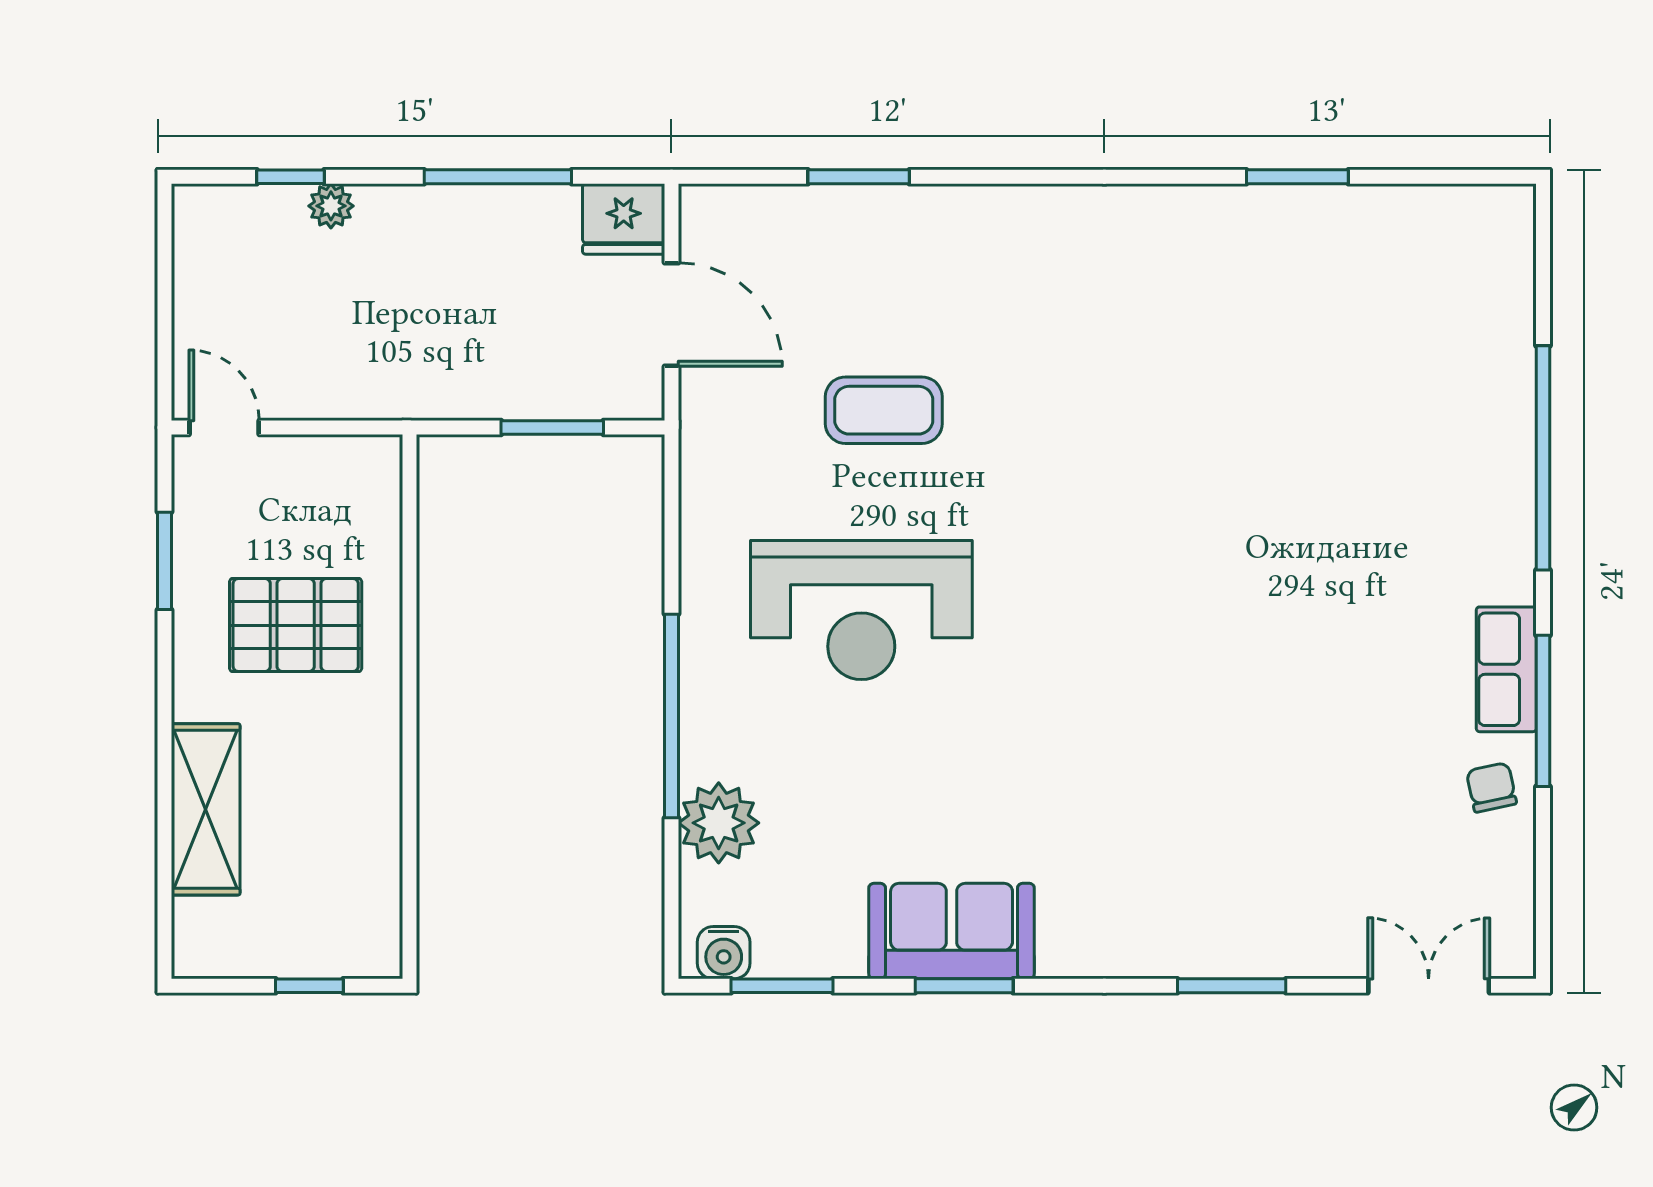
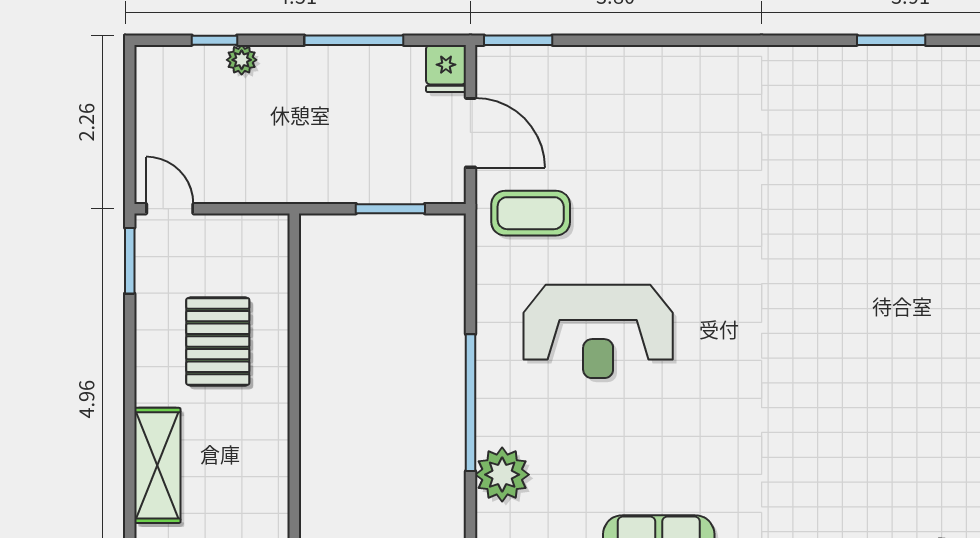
window: (859, 177) -> (518, 40), moved
fridge: (624, 219) -> (446, 69), width x0.72
coffee table: (884, 410) -> (531, 213), moved
window: (164, 561) -> (130, 261), moved
pallet: (296, 625) -> (218, 341), turned 90

